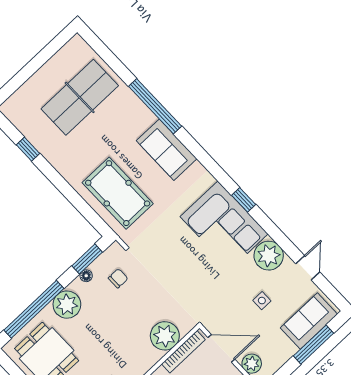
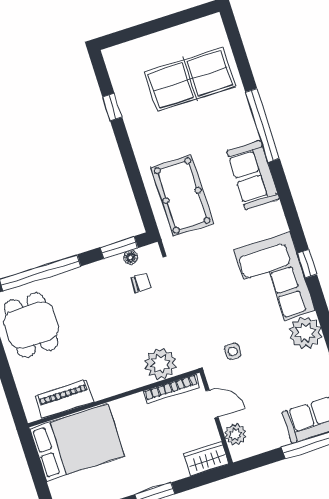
floor lamp: (86, 276) -> (130, 258), moved
side table: (262, 301) -> (233, 351), moved
plant: (67, 305) -> (76, 284), removed
door: (221, 348) -> (212, 404), width x0.73

